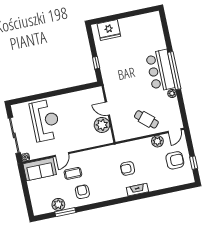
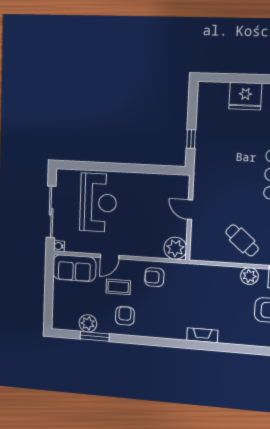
fridge: (109, 30) -> (245, 96), moved
plant: (102, 125) -> (175, 248), moved
armchair: (128, 168) -> (154, 277), moved

